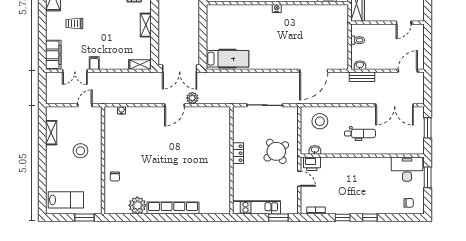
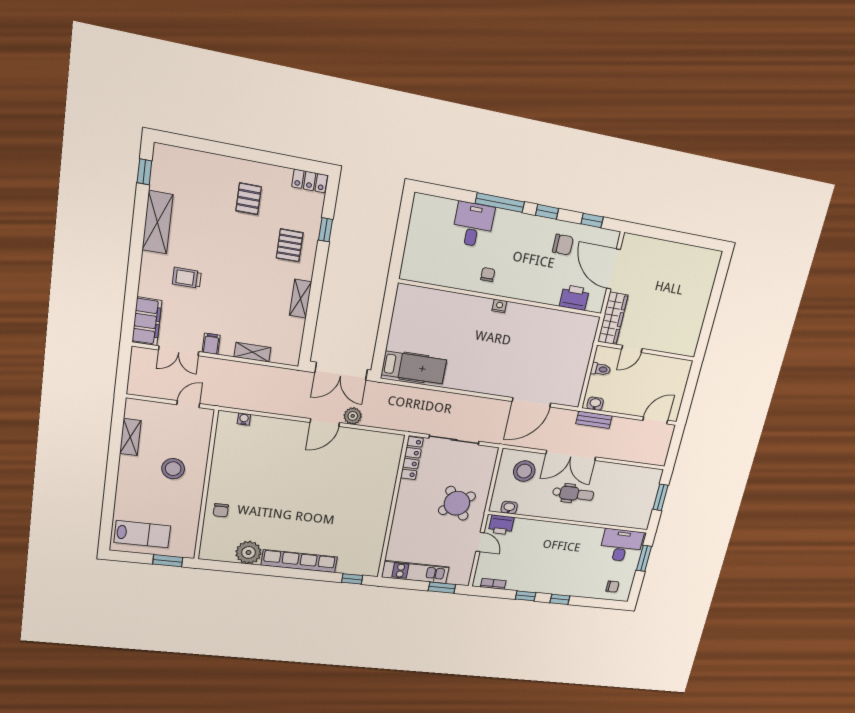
door: (404, 23) -> (632, 349), moved
shelving: (140, 65) -> (252, 352), moved
double door: (395, 105) -> (571, 455), moved
locker: (238, 153) -> (412, 458), moved, width x1.53
window: (212, 218) -> (352, 579), added

